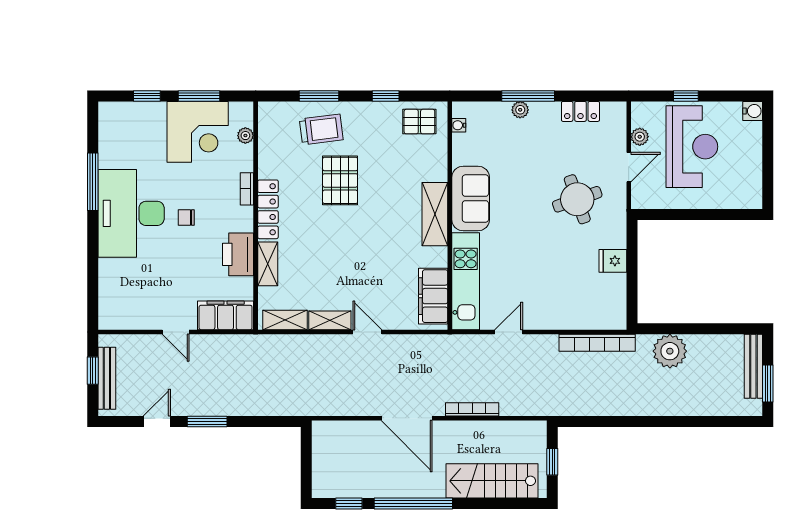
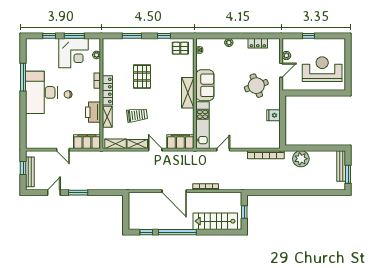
window: (528, 96) -> (233, 36), removed
water cooler: (753, 111) -> (341, 43), removed
trolley: (321, 129) -> (137, 115), moved
reception desk: (692, 147) -> (322, 69), moved, turned -90
filing cabinet: (433, 296) -> (180, 142), moved, turned 90

